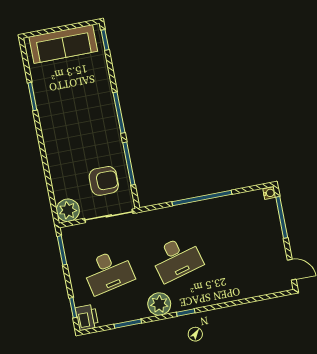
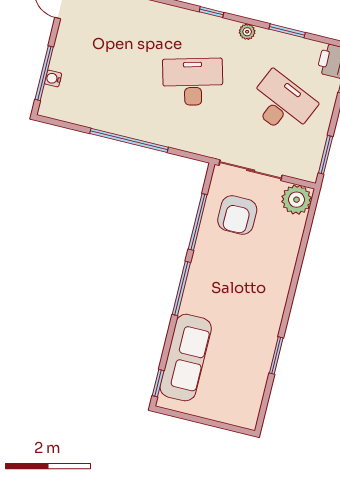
sofa: (63, 44) -> (186, 358), moved, turned 90
armchair: (104, 181) -> (237, 215), turned -90
water cooler: (269, 193) -> (53, 79), moved
desk: (108, 272) -> (282, 104), turned 36
plant: (159, 304) -> (247, 32), width x0.53, depth x0.53

